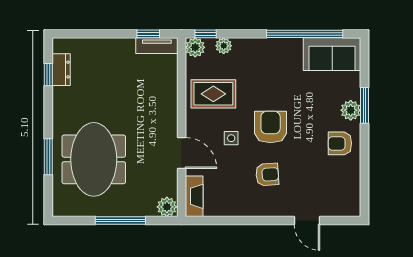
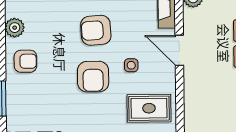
plant: (351, 110) -> (15, 28), moved
armchair: (267, 175) -> (96, 30), width x1.38, depth x1.38

